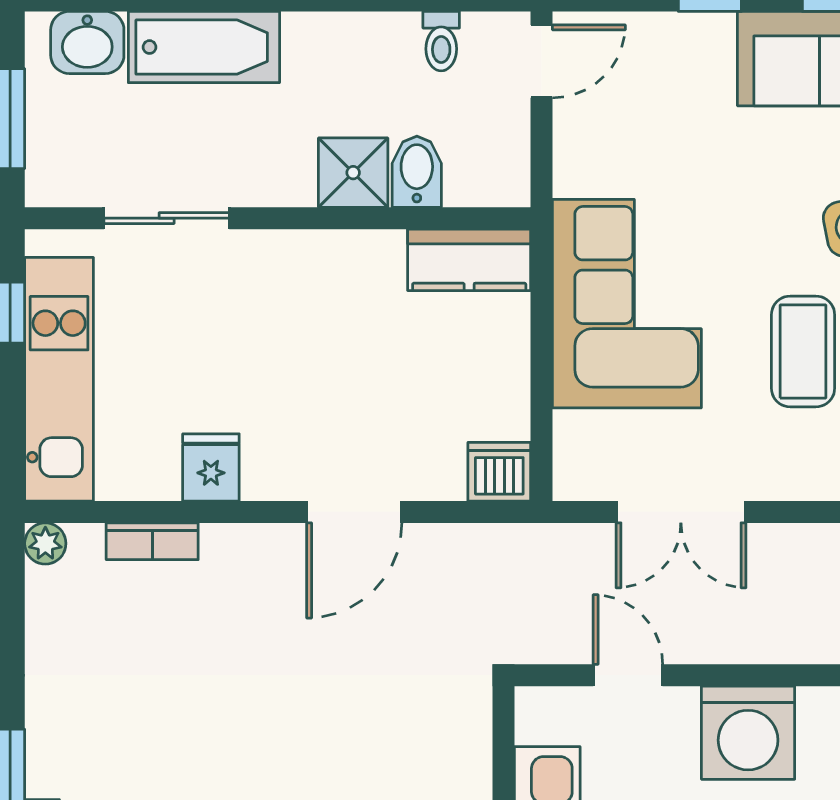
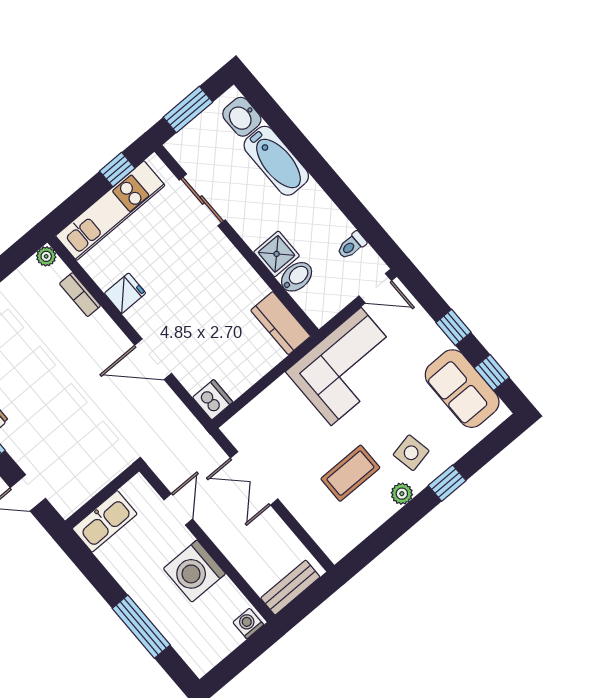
corner sofa: (627, 304) -> (346, 367), moved

